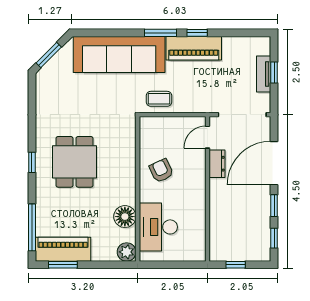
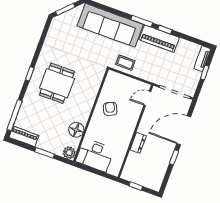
tv unit: (264, 74) -> (202, 59), moved
dresser: (217, 164) -> (138, 143), moved
desk: (158, 227) -> (95, 155), moved, turned -90
window: (274, 238) -> (166, 178), removed
piano: (63, 249) -> (24, 136), width x0.73, depth x0.75
window: (63, 265) -> (45, 153), moved

